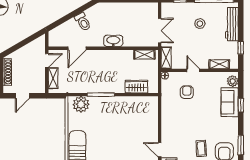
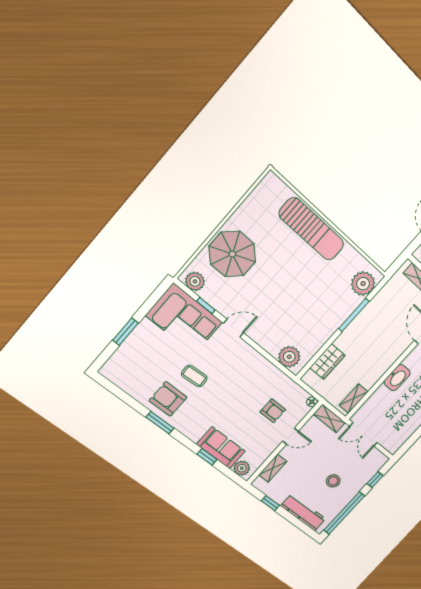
plant: (151, 109) -> (289, 357), added

